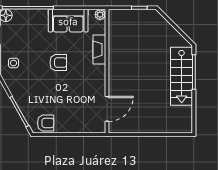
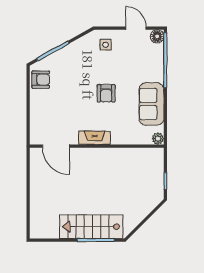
fireplace: (99, 50) -> (95, 138), moved
armchair: (46, 123) -> (41, 80), turned -90

